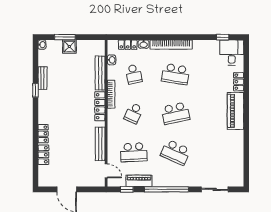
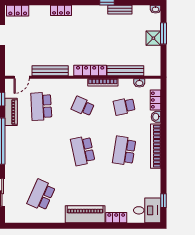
school desk: (175, 152) -> (41, 195), moved
locker: (43, 155) -> (18, 11), moved

